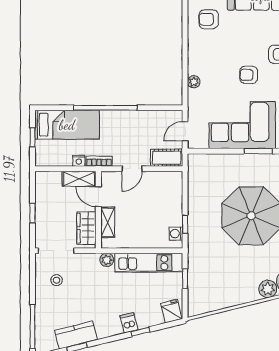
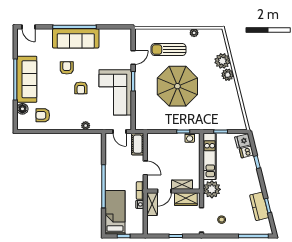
armchair: (209, 19) -> (43, 115), turned 90
plant: (107, 260) -> (212, 189), width x1.88, depth x1.88
dishwasher: (129, 323) -> (246, 152), moved

